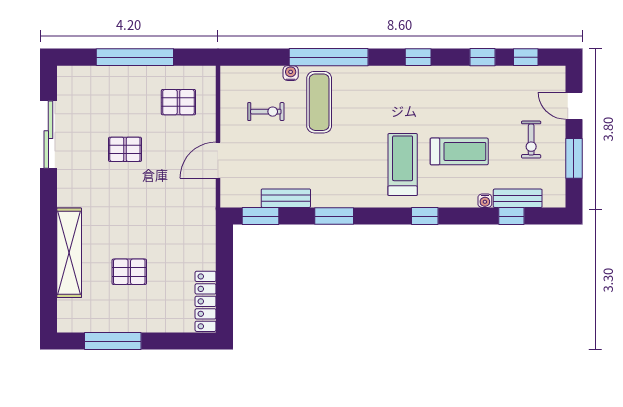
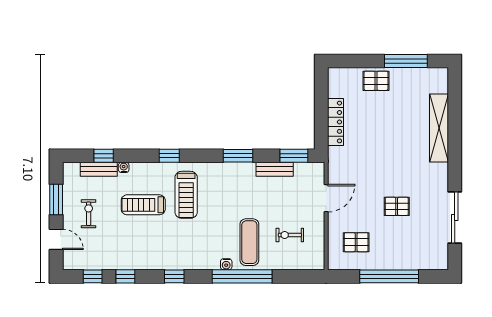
water cooler: (291, 73) -> (226, 264), moved
pallet: (129, 272) -> (376, 81), moved
locker: (206, 301) -> (336, 122), moved

